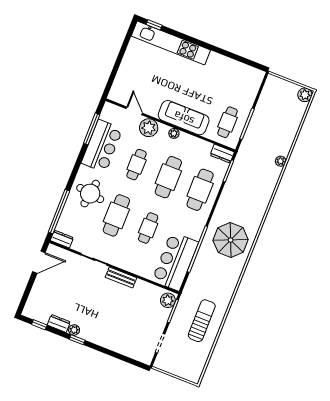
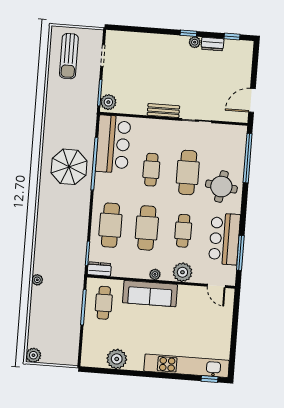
plant: (231, 68) -> (117, 359), added
door: (134, 111) -> (216, 286), moved
dresser: (62, 239) -> (236, 131), removed
parasol: (231, 240) -> (69, 167), moved
sun lounger: (202, 321) -> (69, 56), moved

